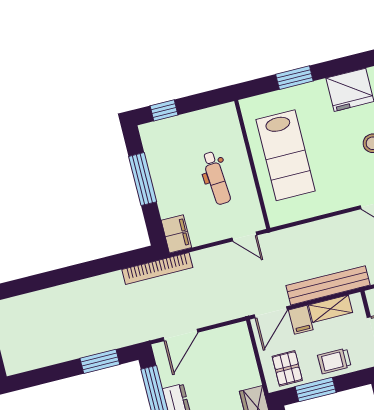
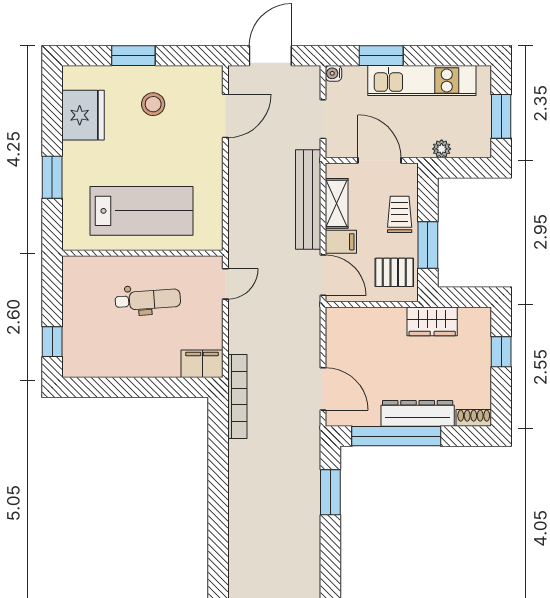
window: (143, 179) -> (127, 387), removed
trolley: (334, 361) -> (400, 214), turned 180

